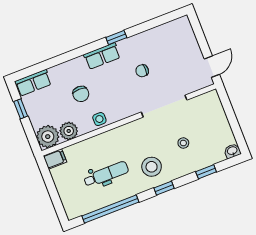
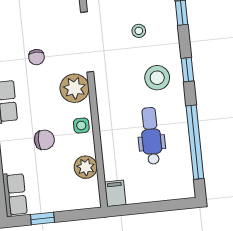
plant: (48, 137) -> (74, 88), moved

